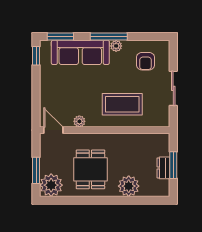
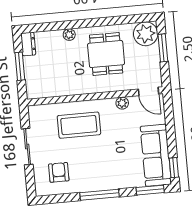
plant: (116, 46) -> (91, 186), removed
sofa: (80, 52) -> (156, 155), moved, turned -90
dresser: (163, 168) -> (28, 44), moved
plant: (129, 186) -> (69, 35), width x0.53, depth x0.53

